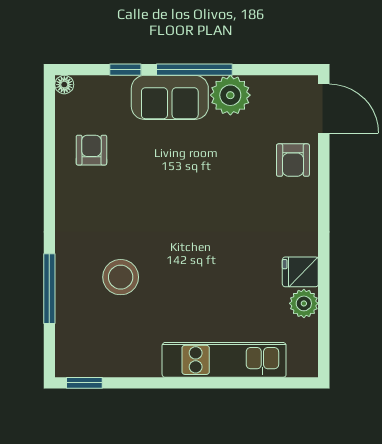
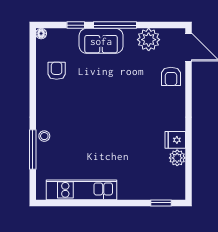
plant: (230, 95) -> (149, 40), moved
stool: (121, 277) -> (44, 136), moved, width x0.53, depth x0.53
kitchen unit: (224, 360) -> (81, 190), moved
window: (84, 383) -> (161, 203), moved

